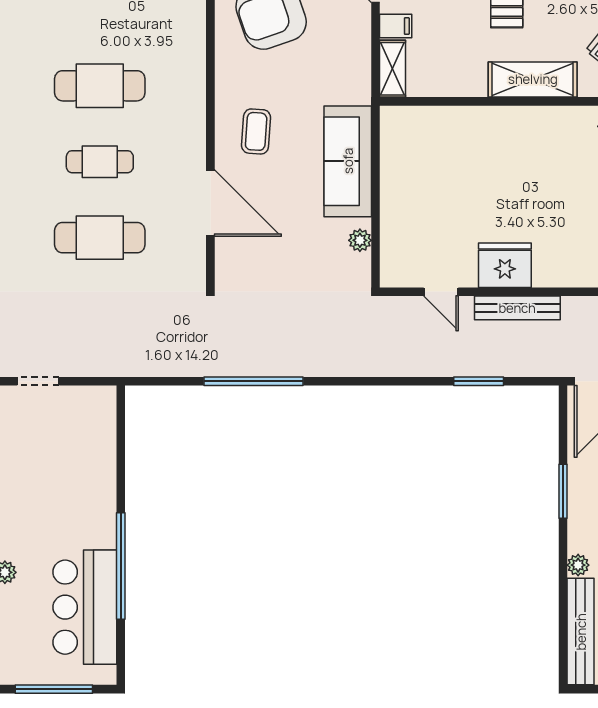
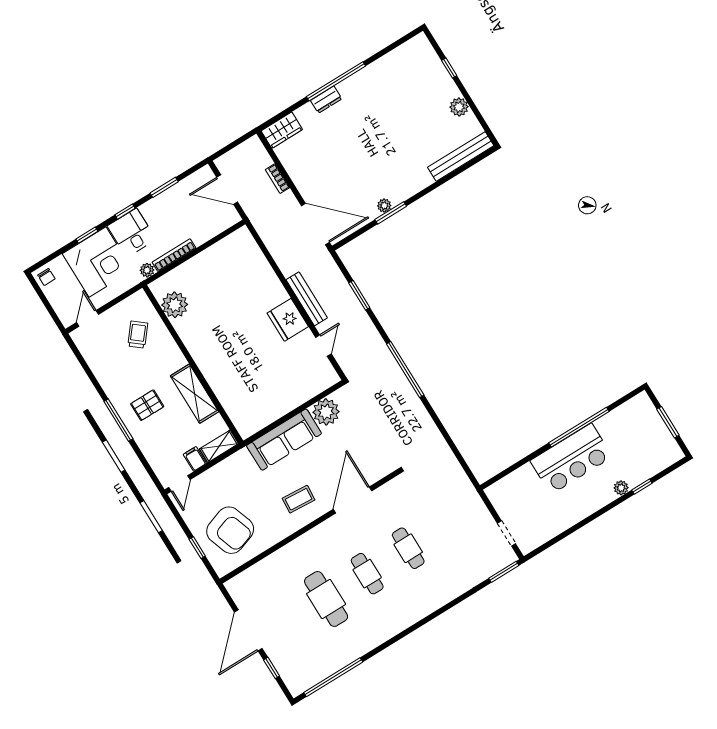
shelving: (533, 79) -> (195, 394), moved
cafe table: (100, 238) -> (408, 548), width x0.73, depth x0.74
plant: (360, 240) -> (326, 412), width x1.88, depth x1.88
window: (253, 381) -> (405, 369), moved
plant: (578, 565) -> (384, 206), moved
bar counter: (85, 607) -> (571, 459), moved
window: (54, 689) -> (668, 422), width x0.69

